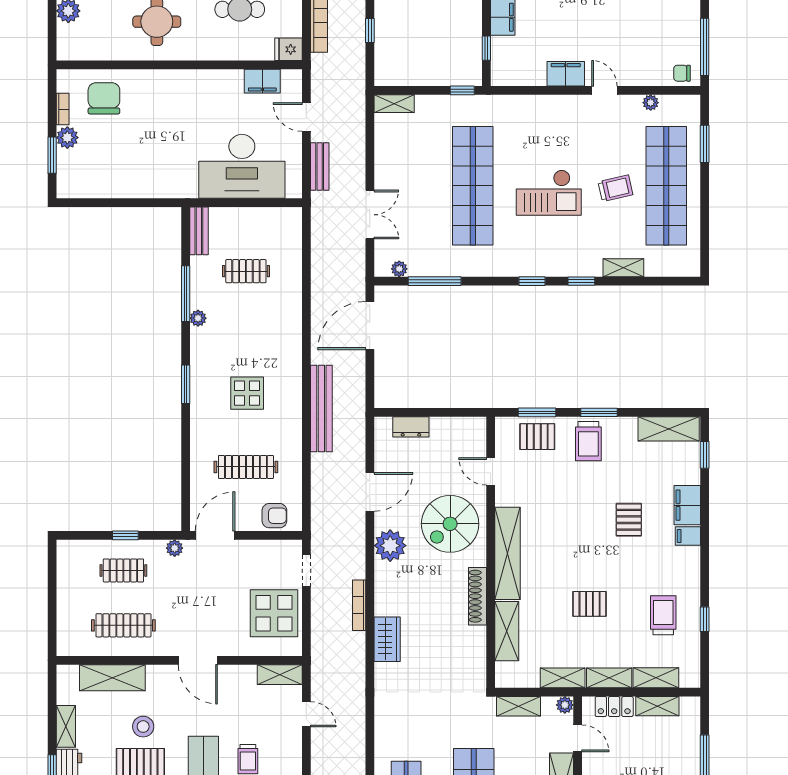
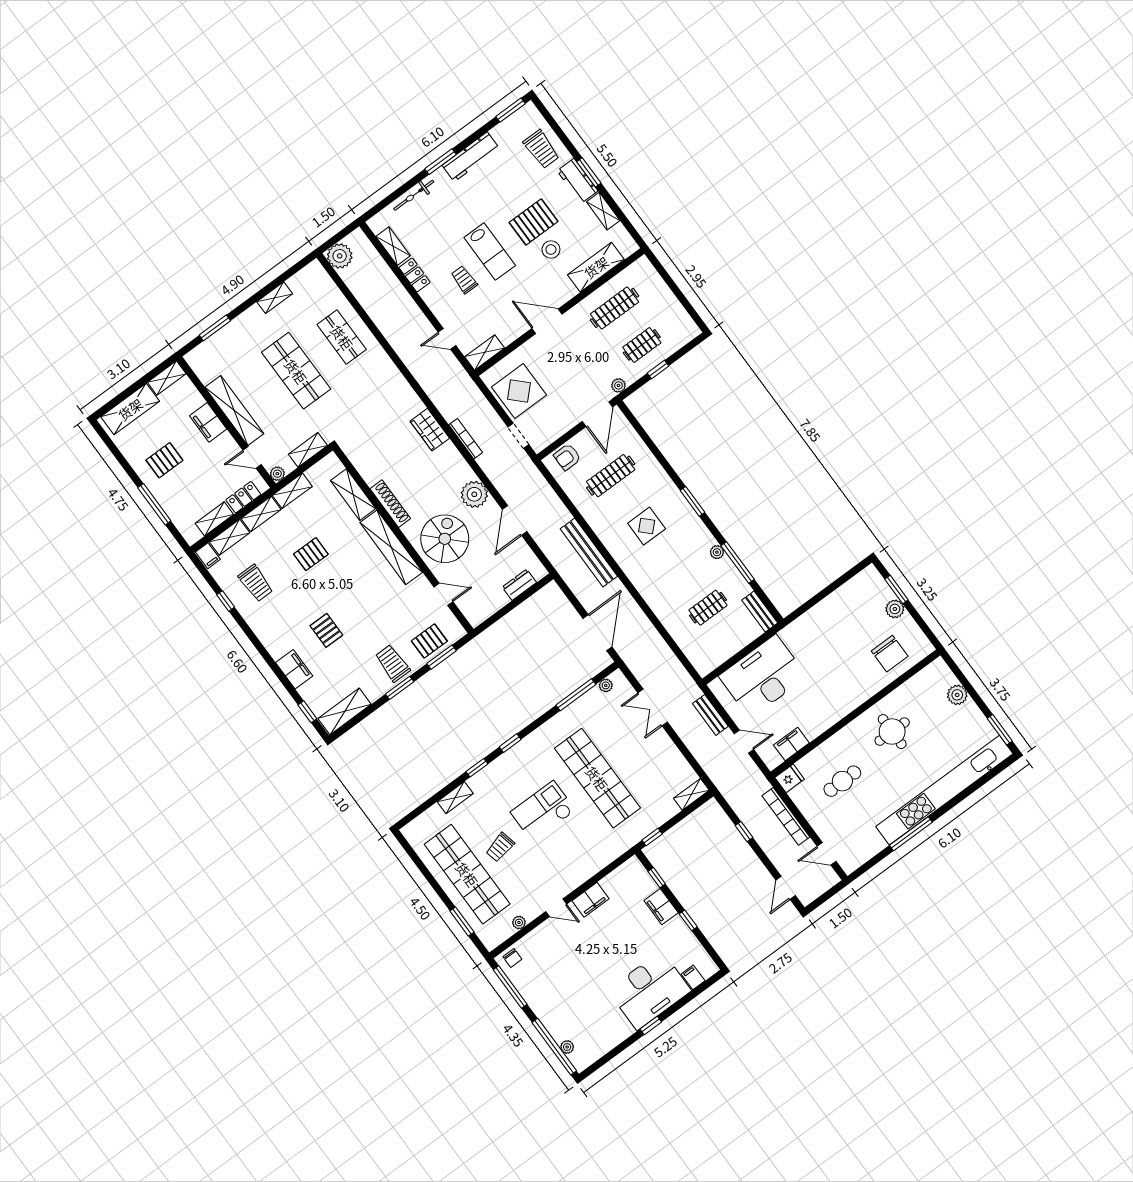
chair: (682, 73) -> (512, 958), turned 90
bookcase: (63, 109) -> (912, 626), removed
filing cabinet: (688, 536) -> (208, 556), moved, turned 90

